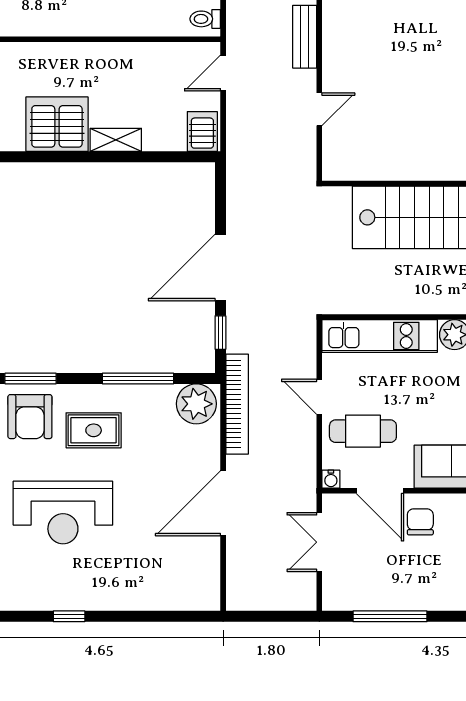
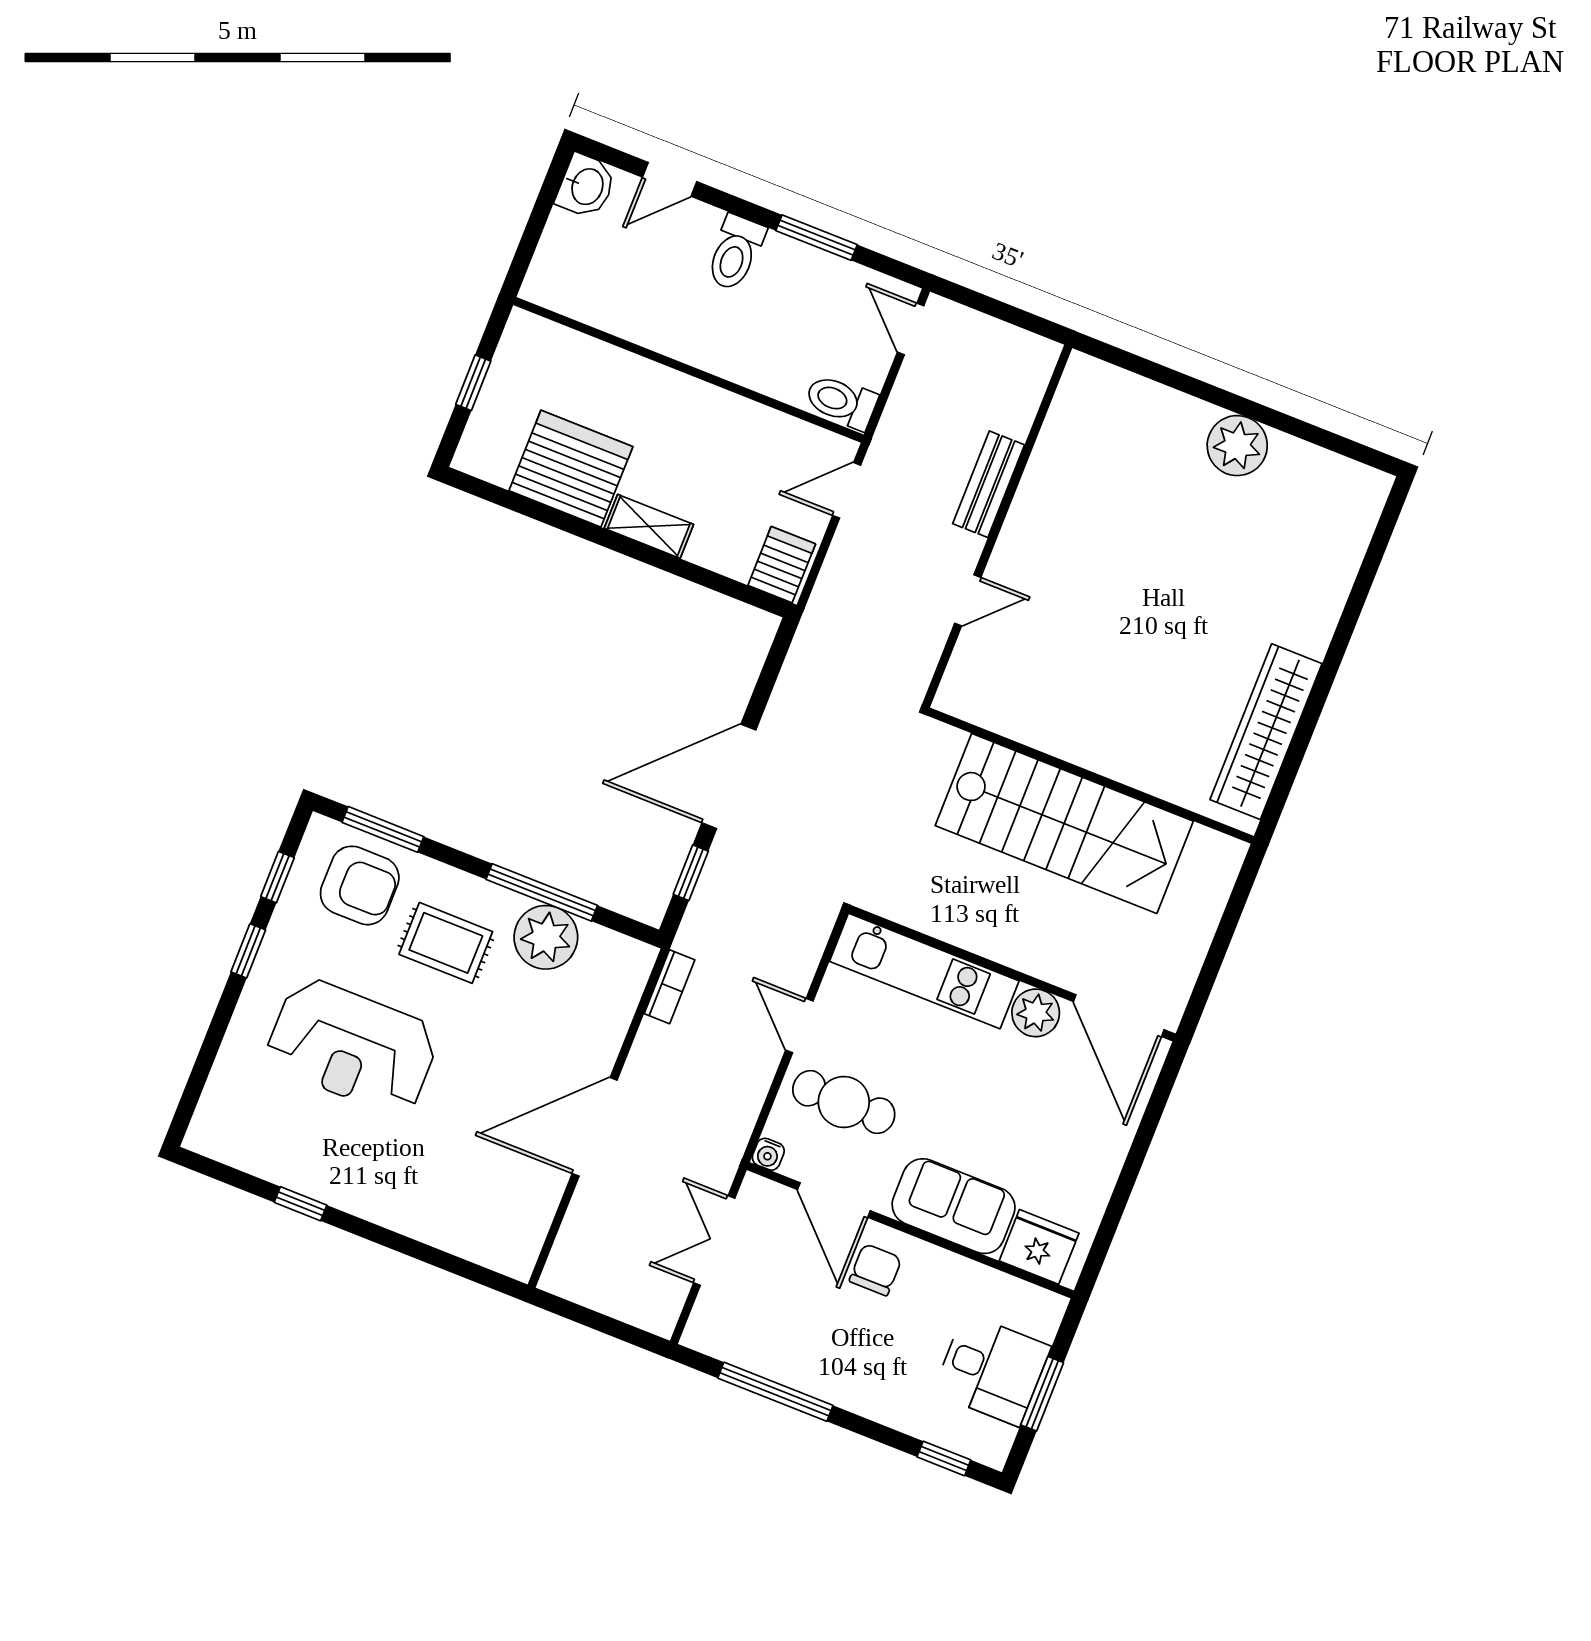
toilet: (205, 19) -> (841, 402), width x1.37, depth x1.39
plant: (196, 404) -> (546, 937), moved
bookcase: (237, 404) -> (669, 987), width x0.43, depth x0.76
armchair: (30, 417) -> (360, 885), turned -90

